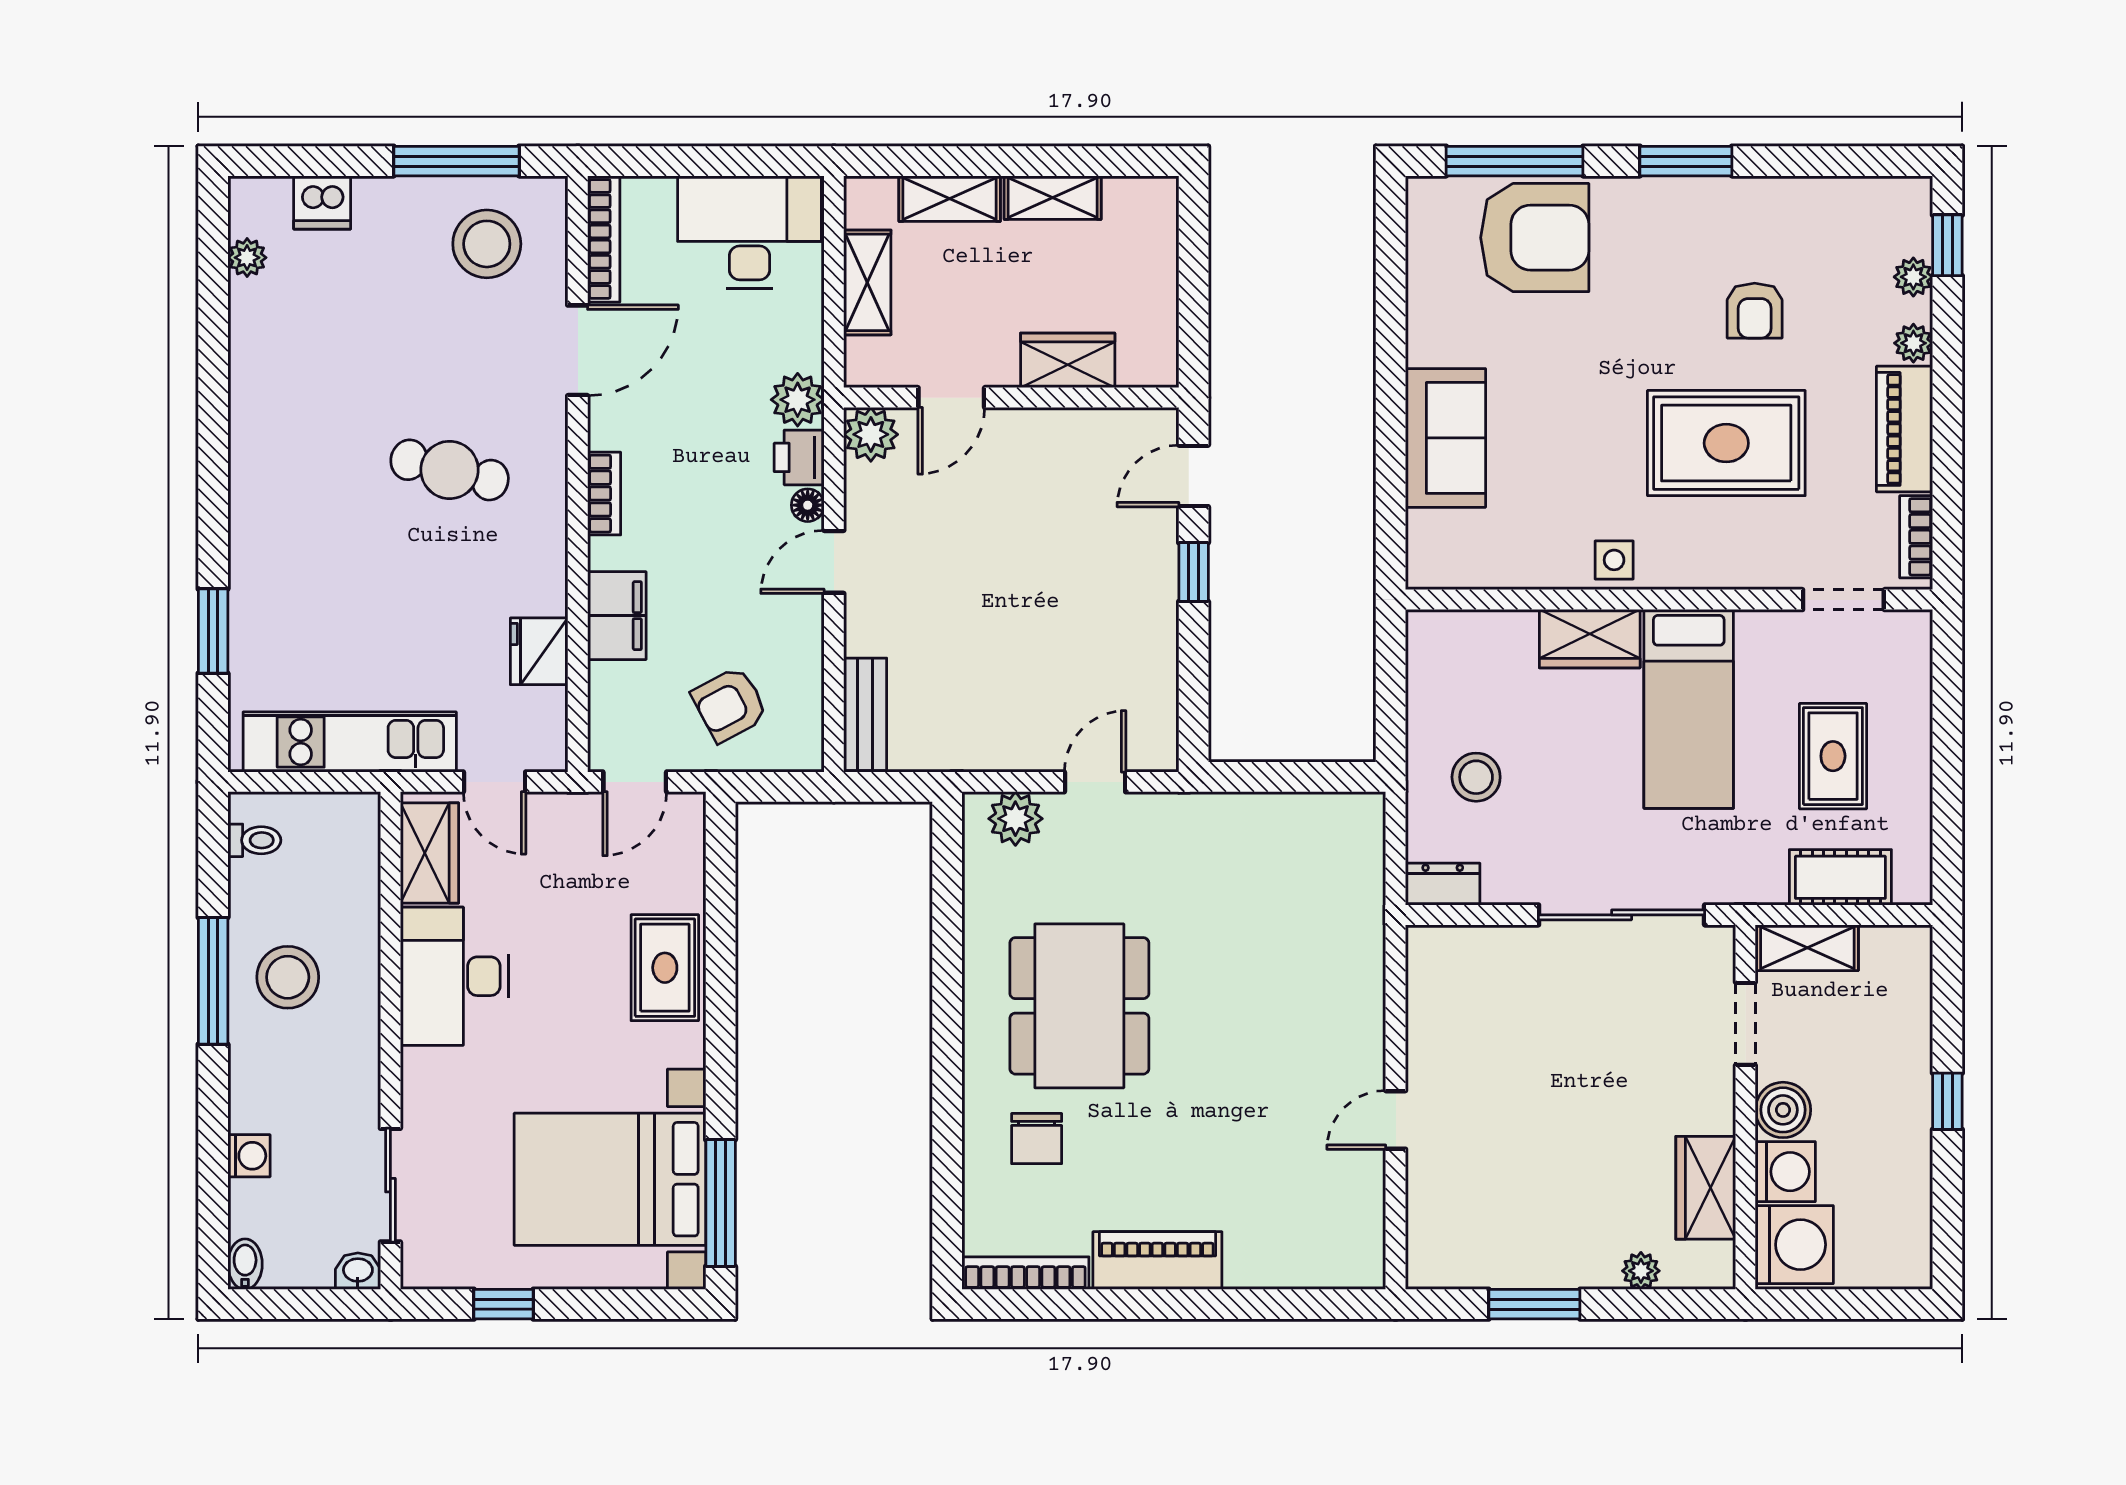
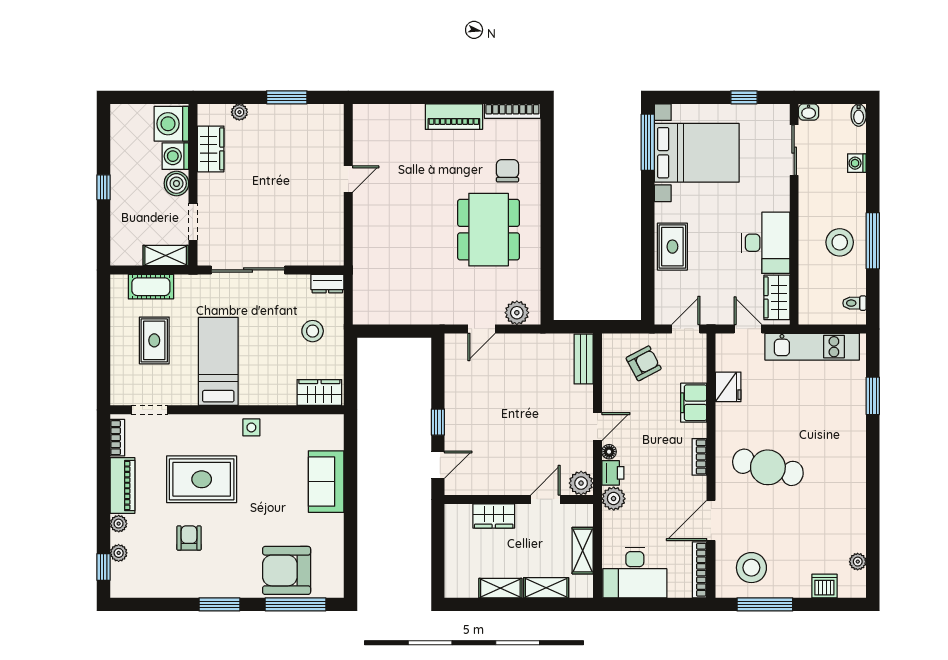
cafe table: (450, 470) -> (768, 467), width x1.37, depth x1.35
wardrobe: (1590, 639) -> (319, 393), moved

